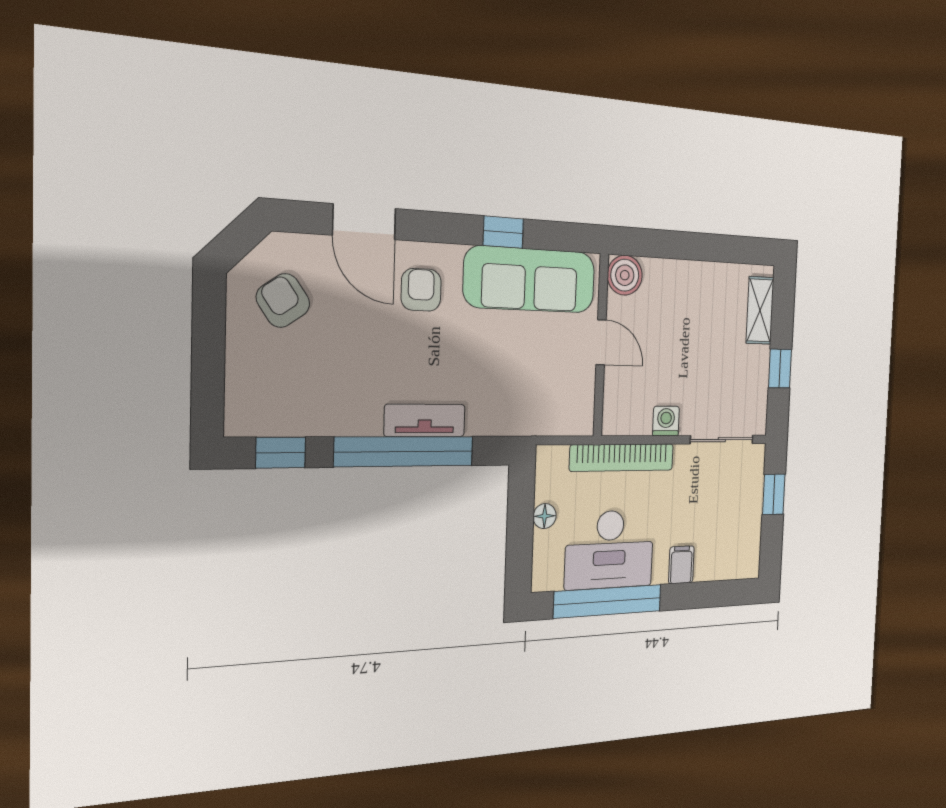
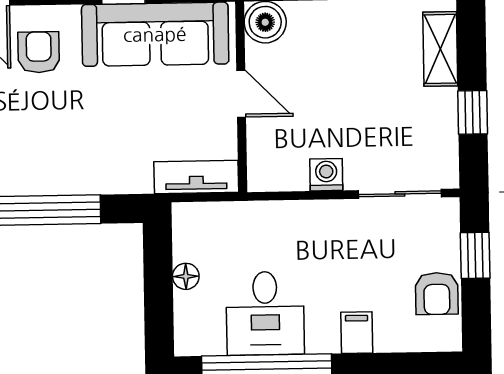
tv unit: (425, 420) -> (196, 177), moved
bookcase: (622, 457) -> (274, 215), removed
armchair: (744, 528) -> (437, 294), added
desk: (610, 549) -> (265, 313), width x0.73

